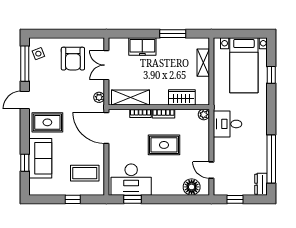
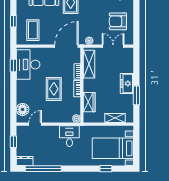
freezer: (142, 47) -> (127, 83), moved

